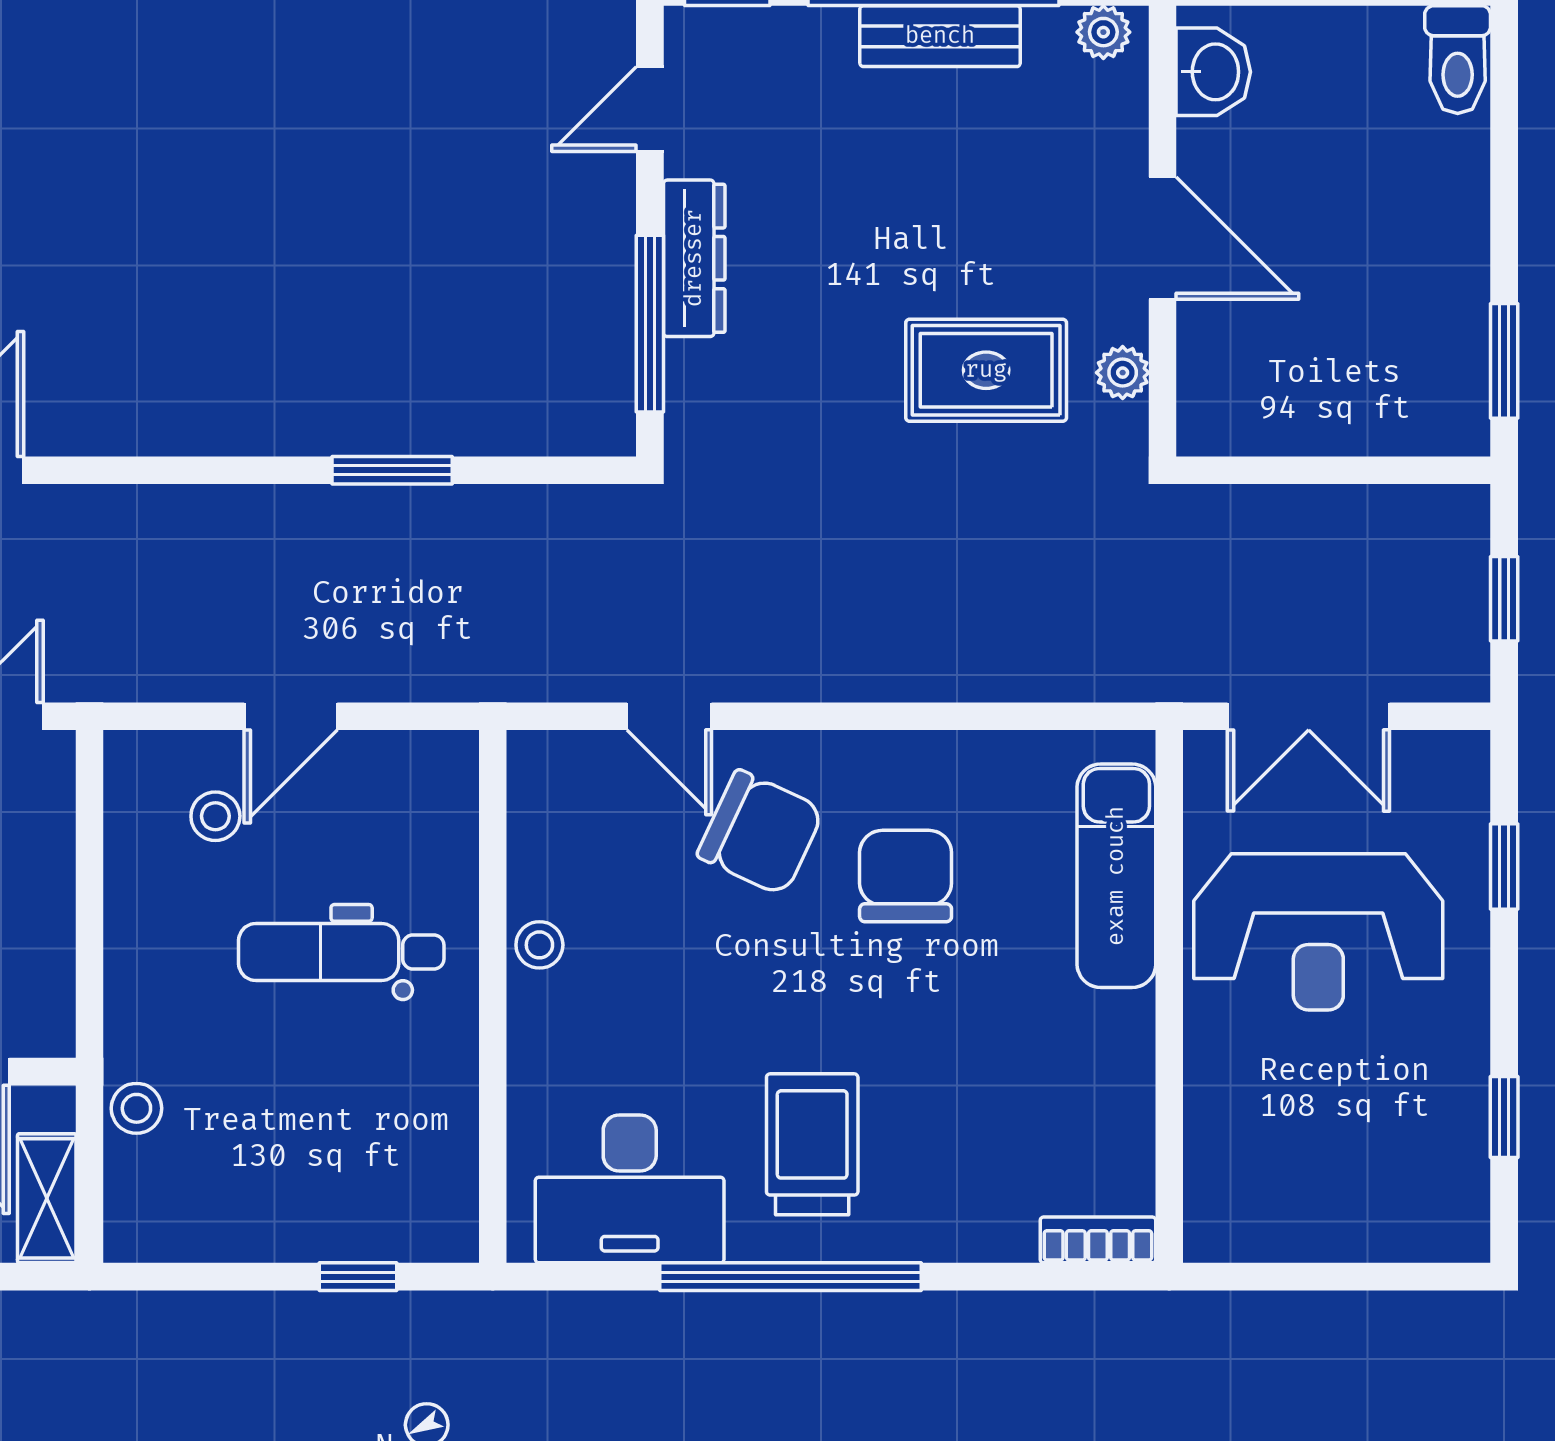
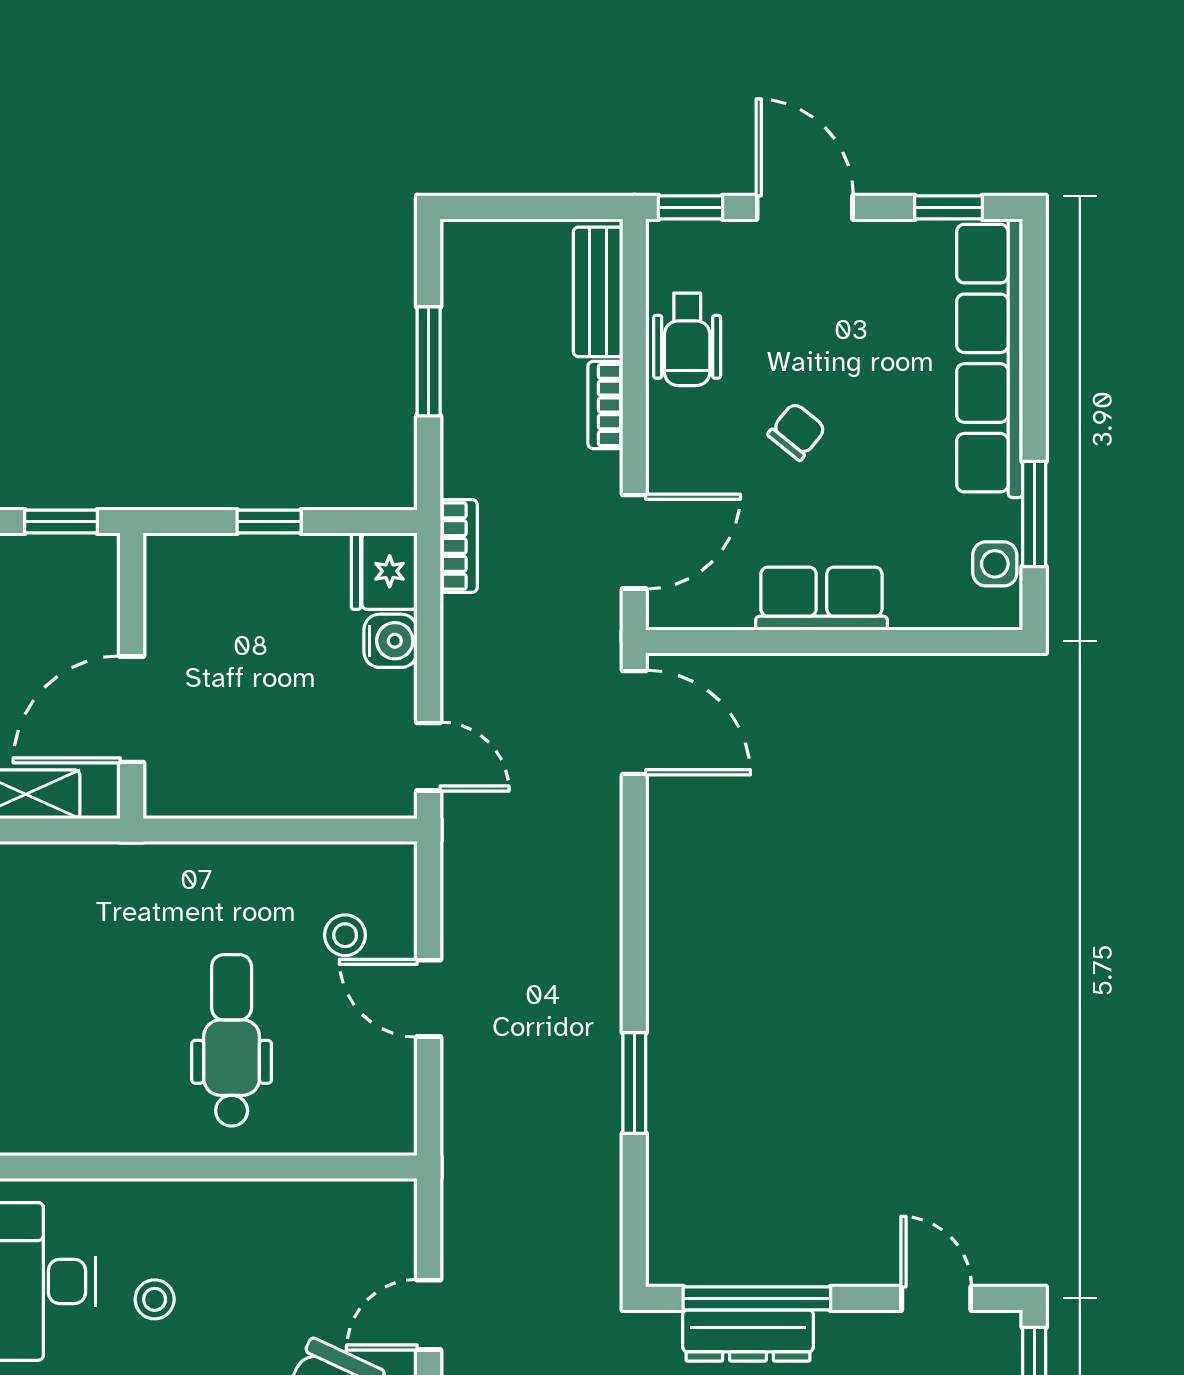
dresser: (694, 258) -> (748, 1335), moved
stool: (539, 945) -> (155, 1299), moved
stool: (136, 1108) -> (101, 869), removed

